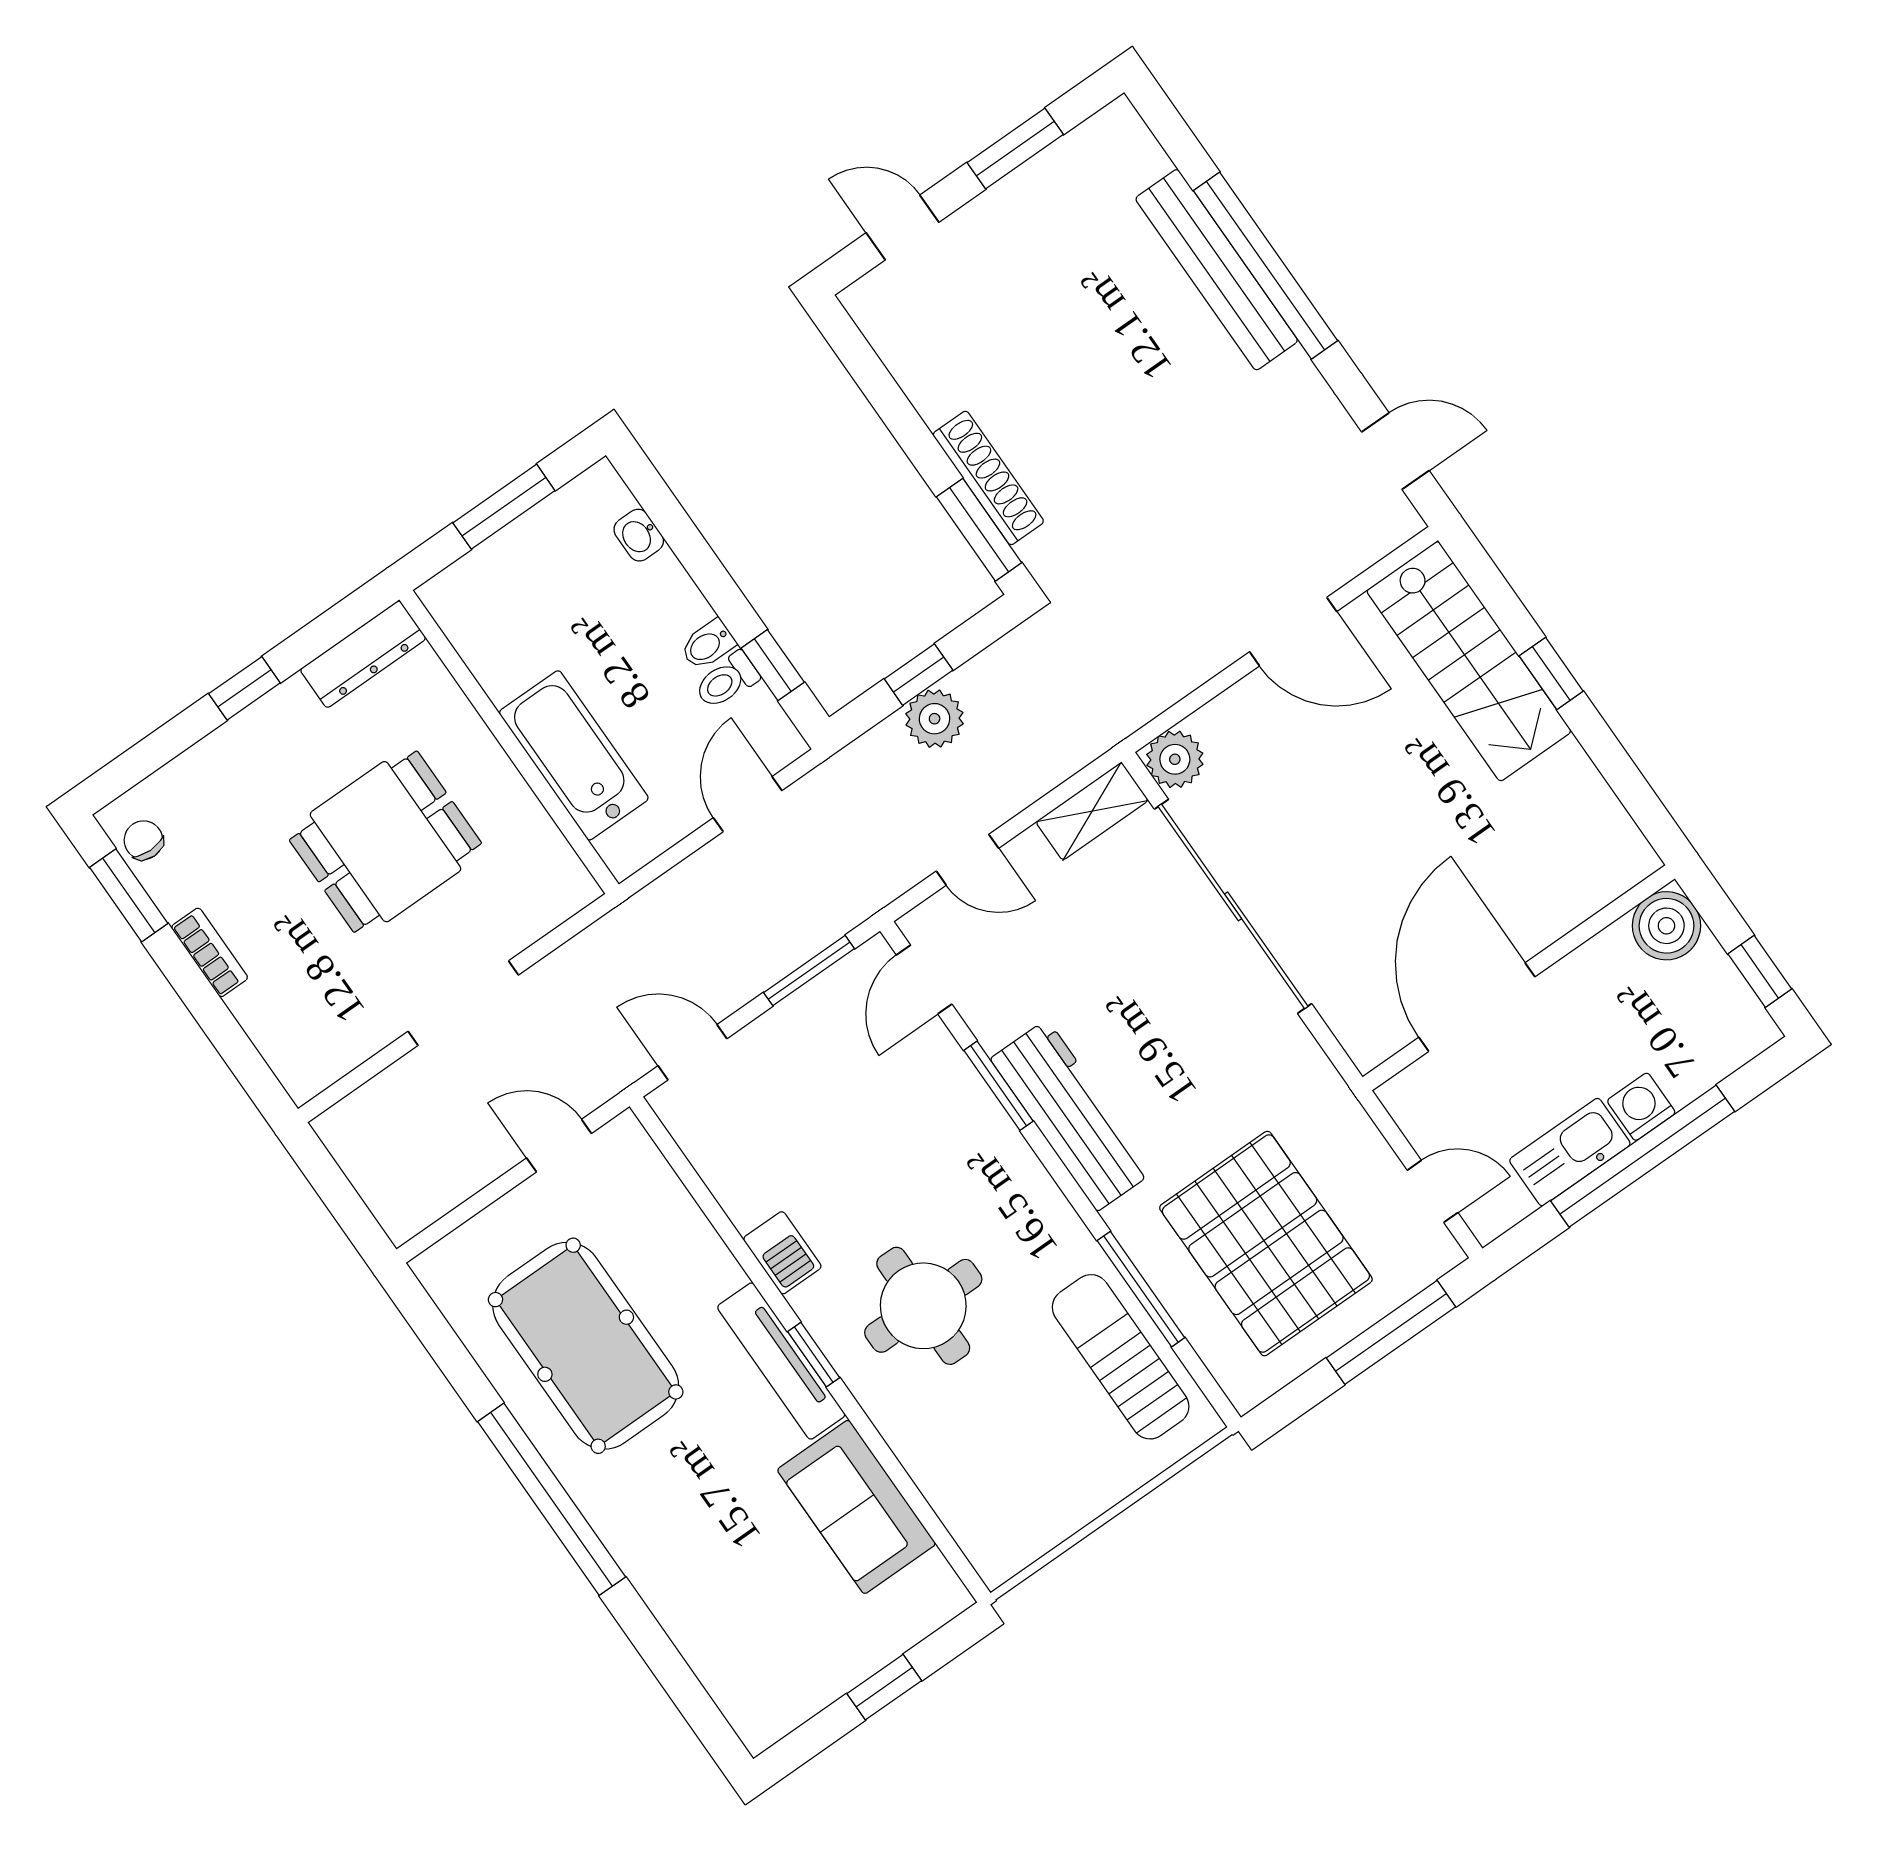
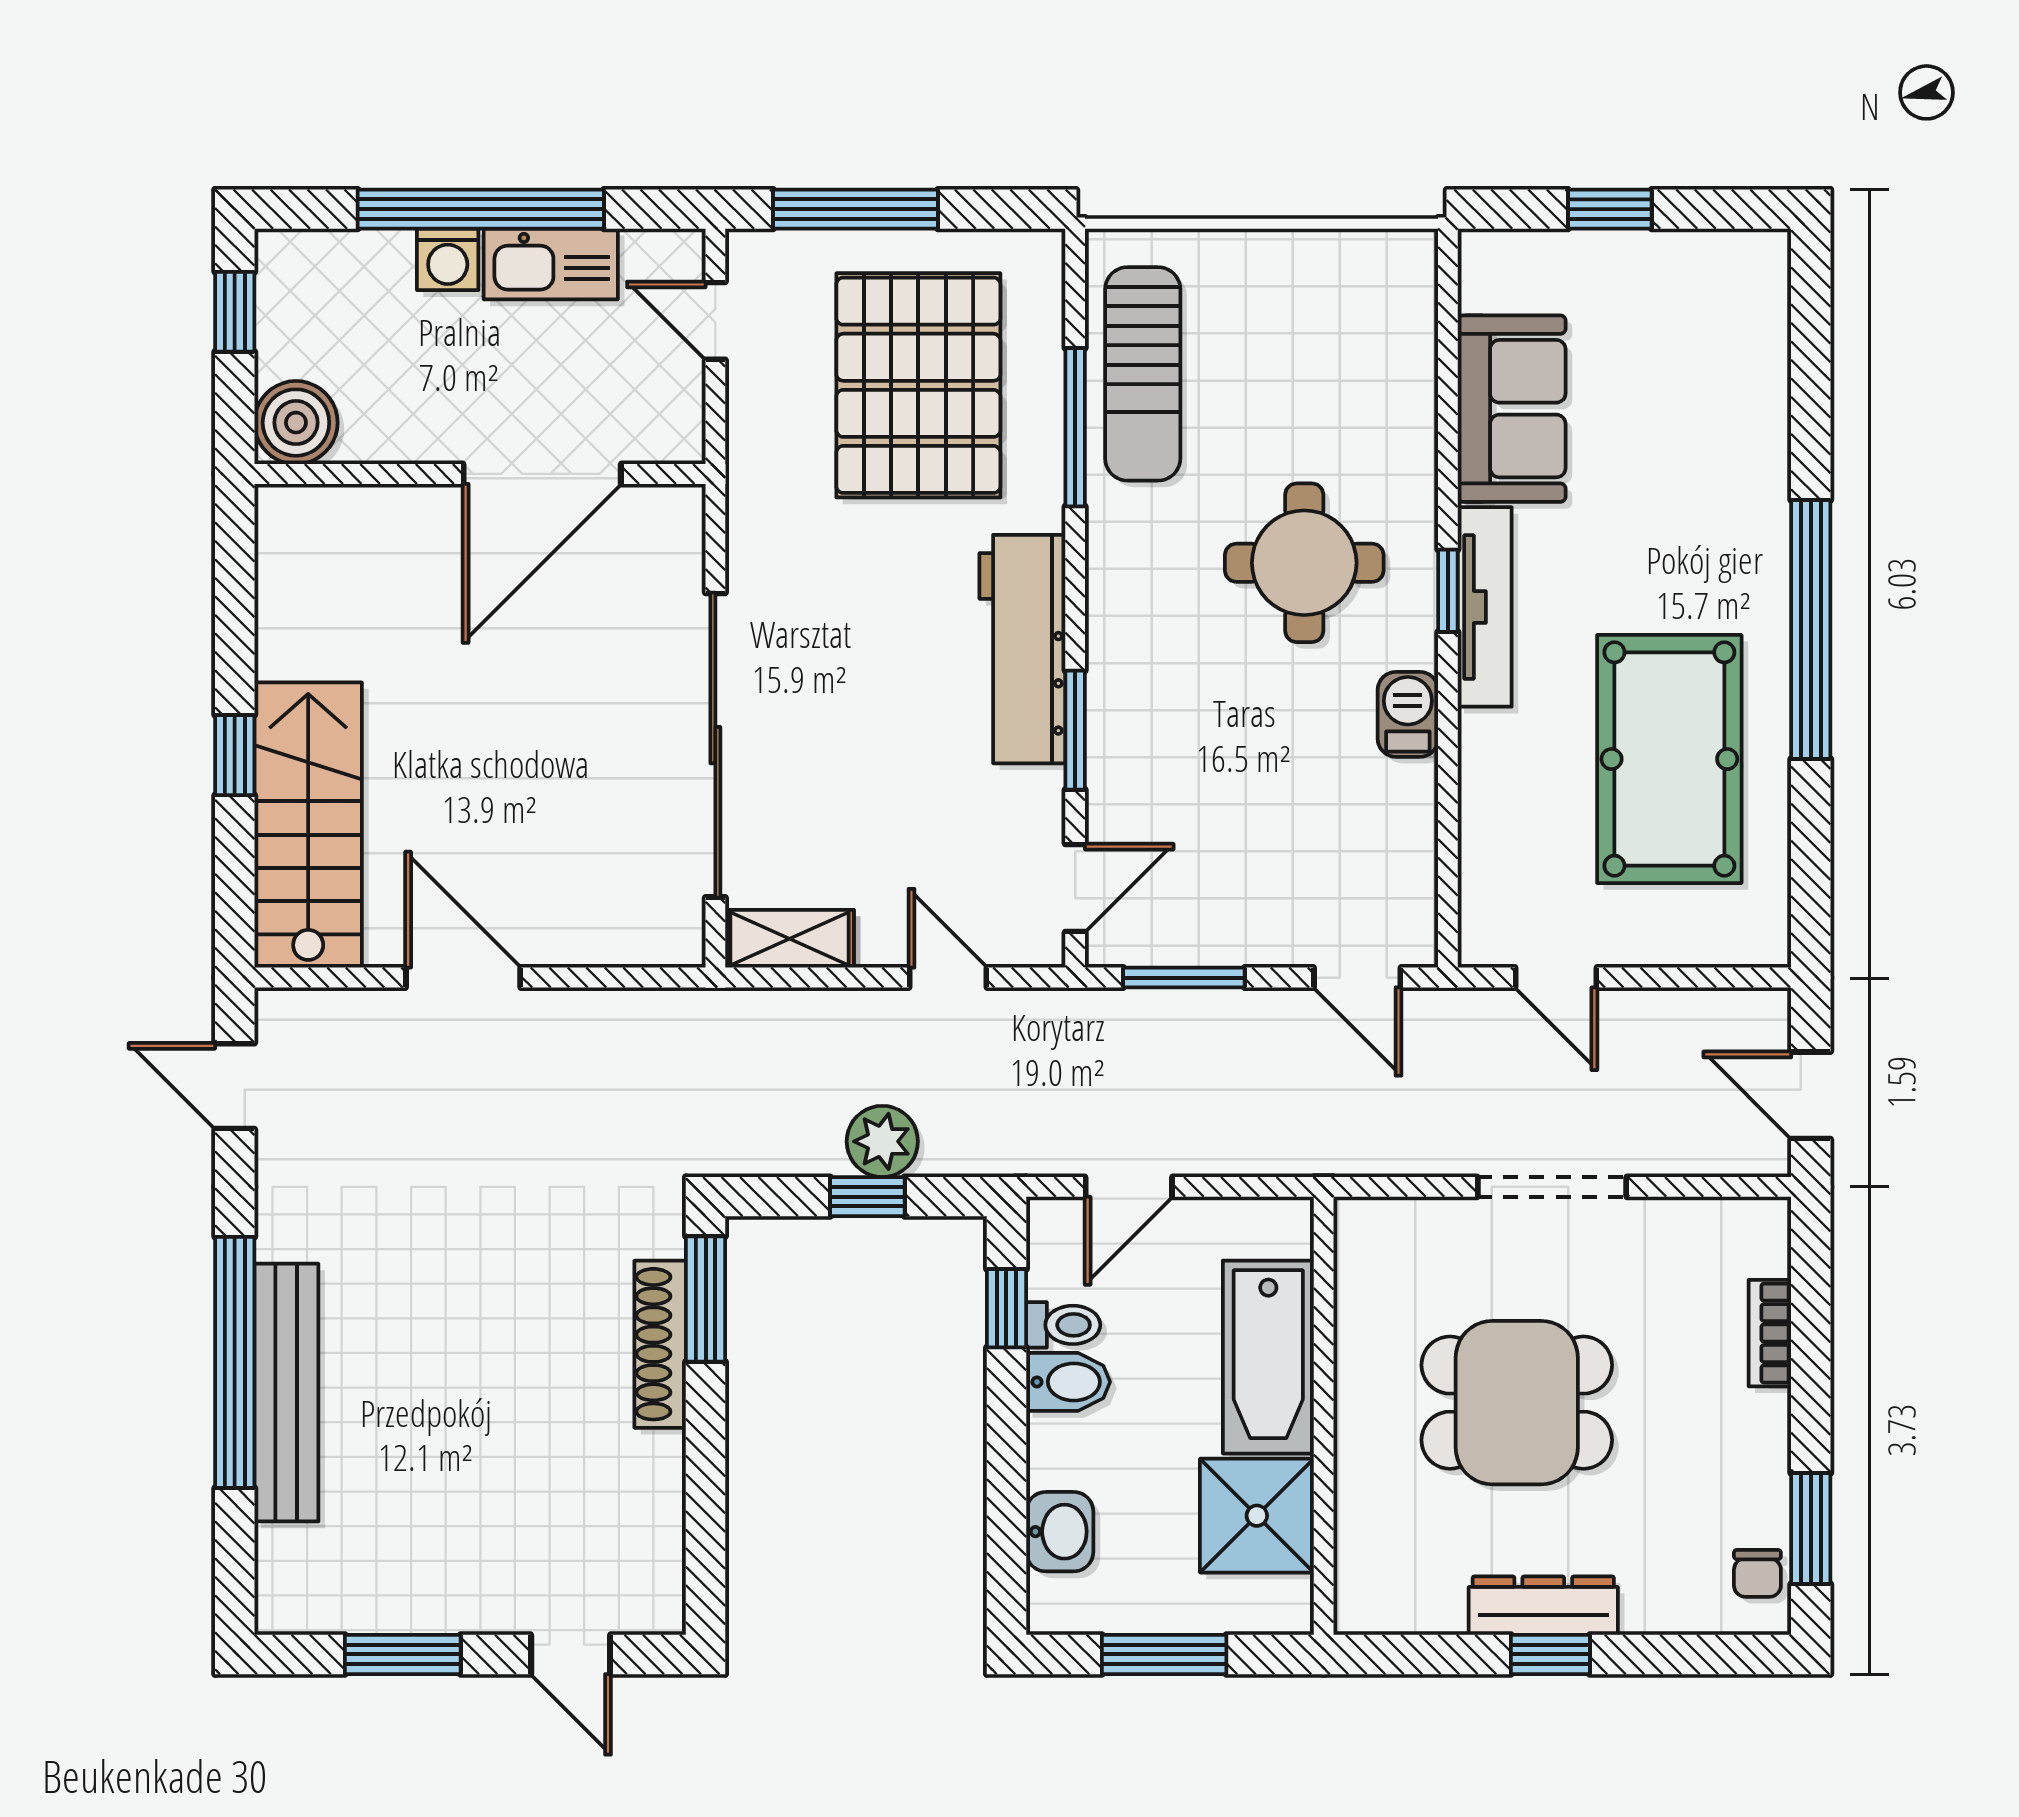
washbasin: (639, 535) -> (1060, 1532), width x1.38, depth x1.45
shower: (507, 643) -> (1257, 1516), added
bidet: (708, 645) -> (1068, 1382), width x1.38, depth x1.36
dresser: (363, 654) -> (1543, 1606), moved
plant: (1175, 759) -> (671, 933), removed
bookcase: (210, 952) -> (1770, 1333), moved
door: (332, 1186) -> (1811, 1095), added

